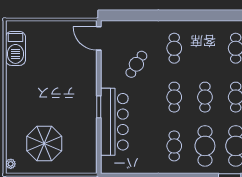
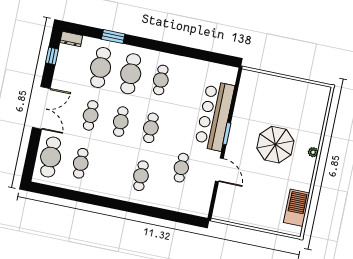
door: (99, 38) -> (219, 170), moved
cafe table: (136, 64) -> (181, 168), turned -33
parasol: (44, 143) -> (275, 145), moved
plant: (11, 164) -> (313, 152), moved

